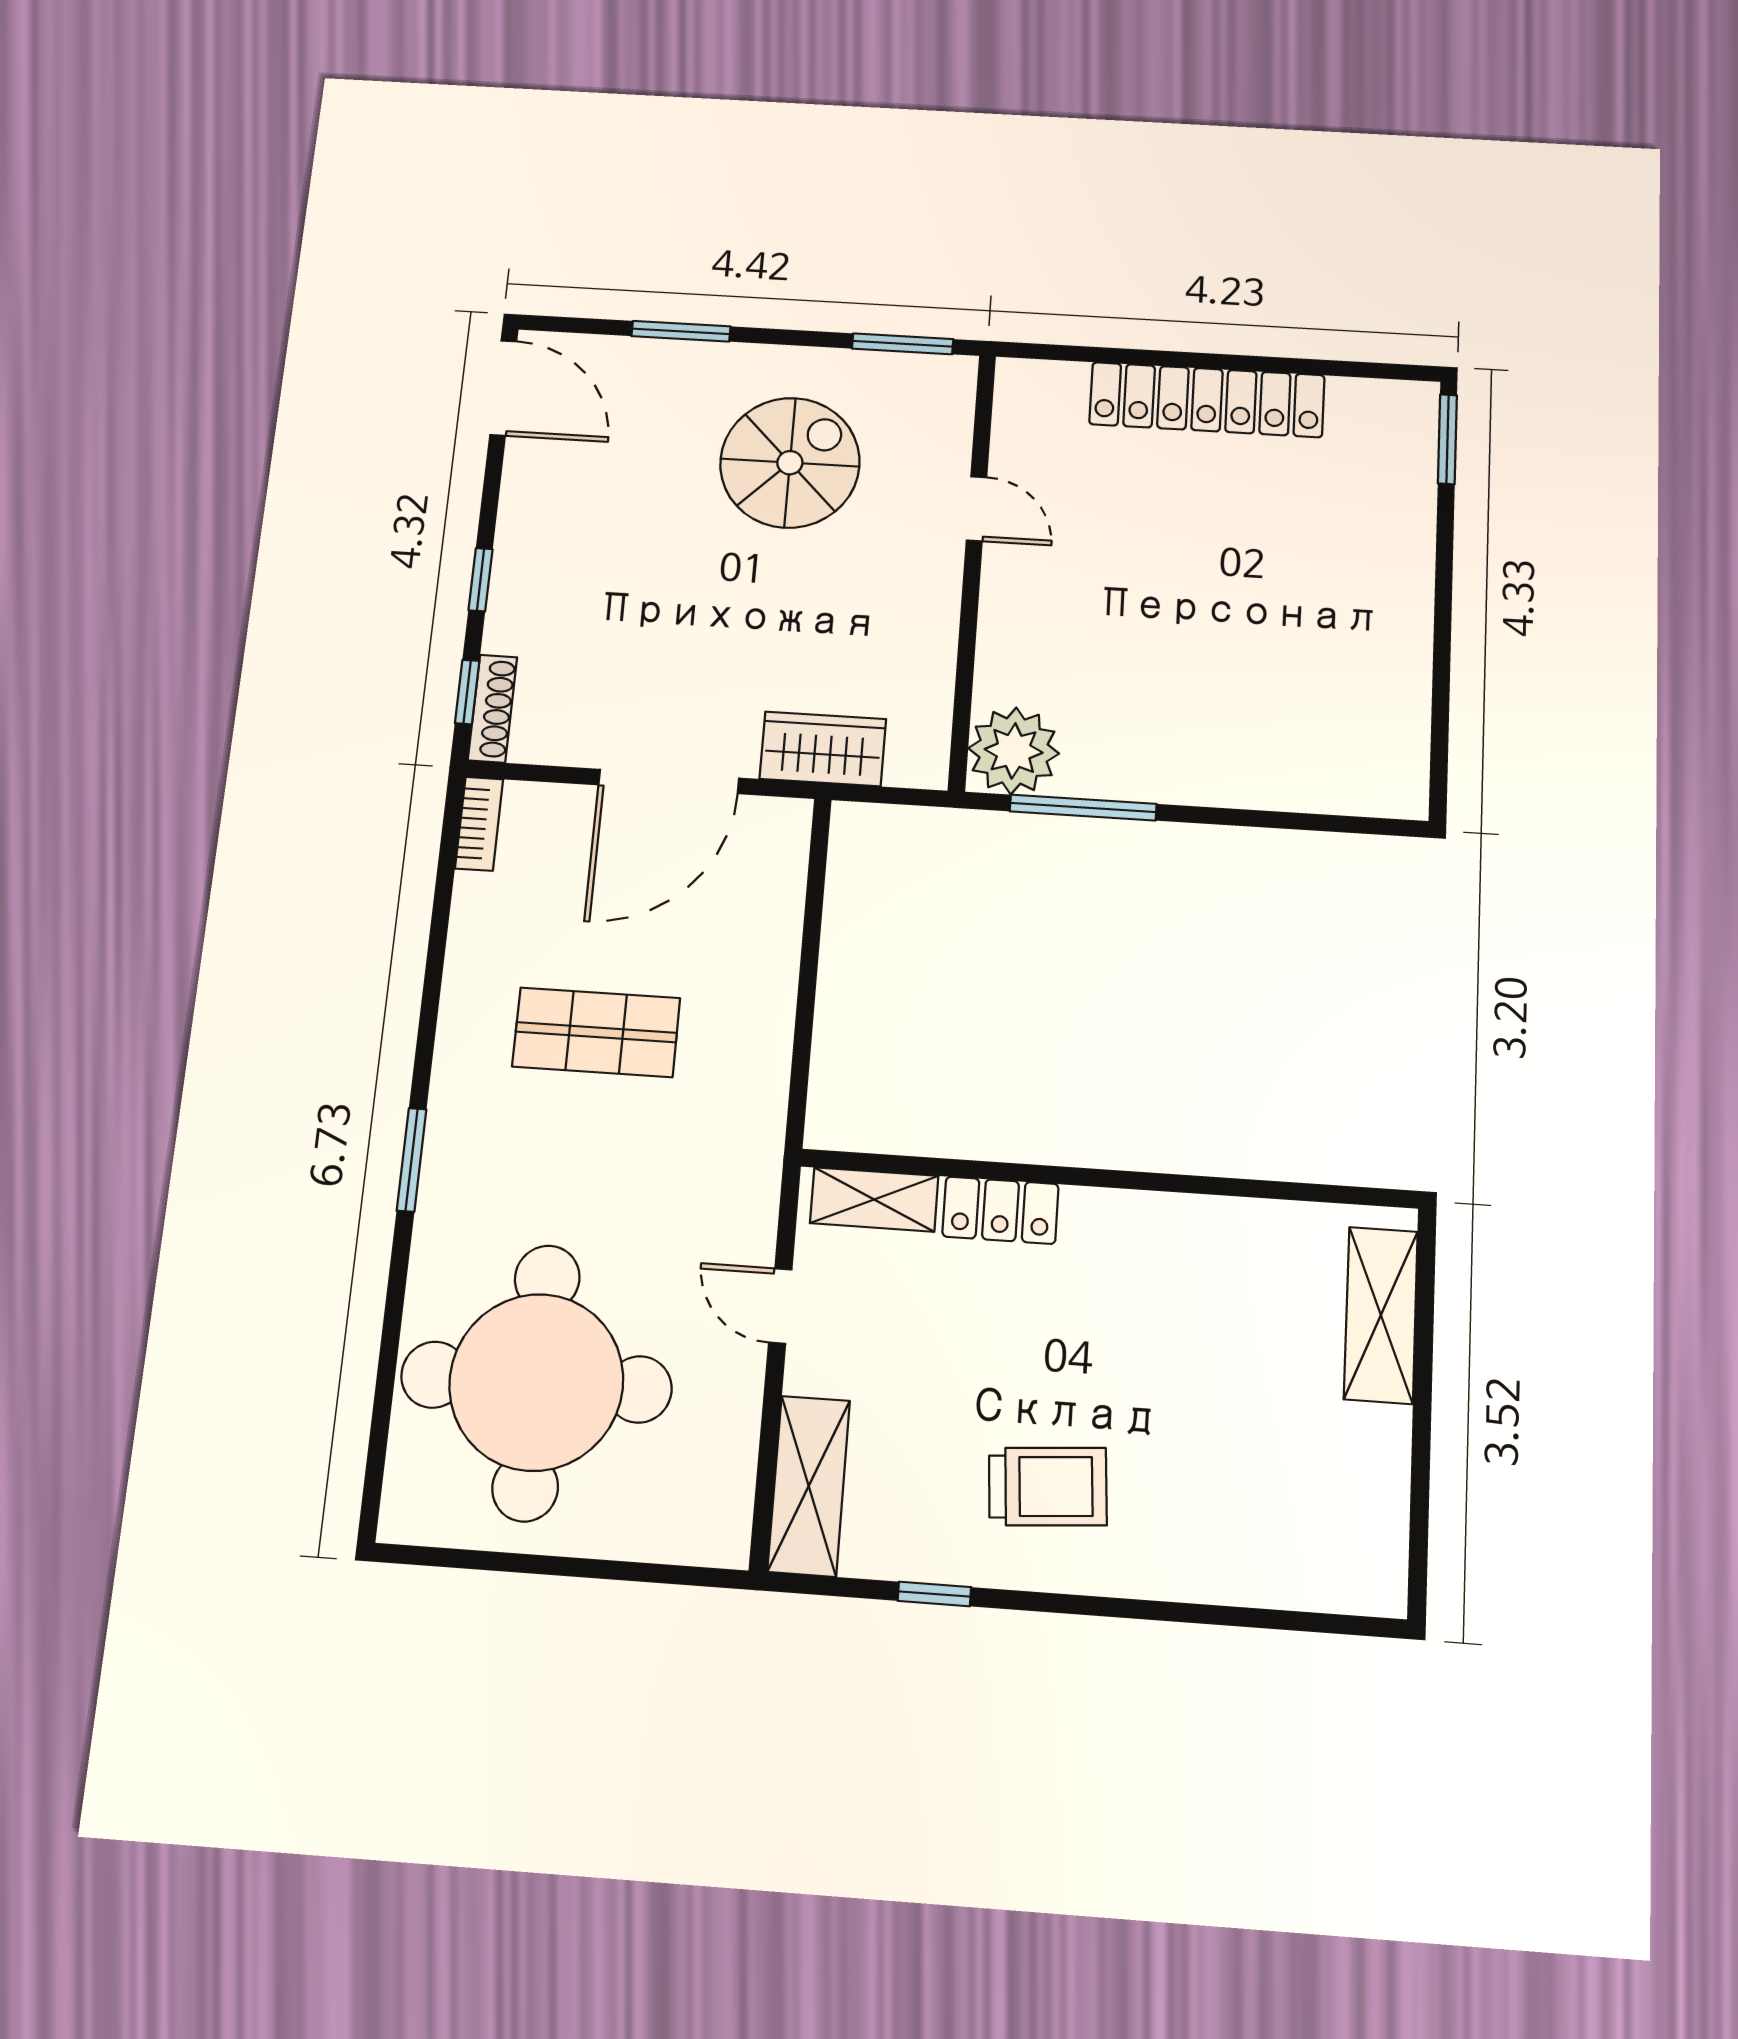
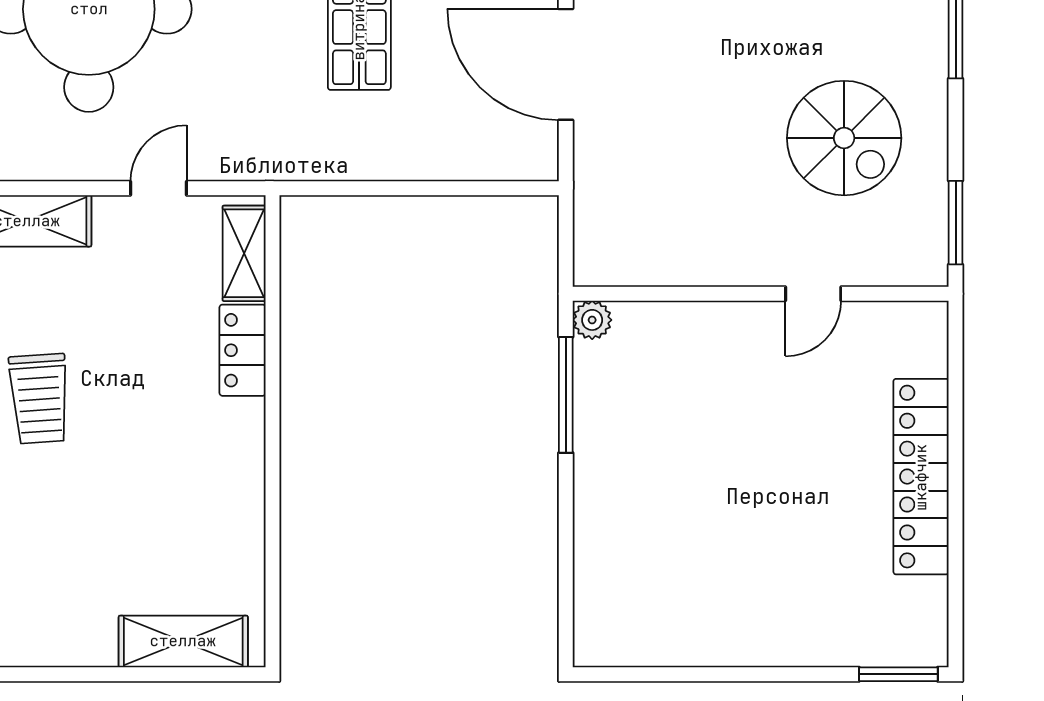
wardrobe: (823, 749) -> (601, 185), removed
plant: (1014, 751) -> (592, 320), width x0.53, depth x0.53

